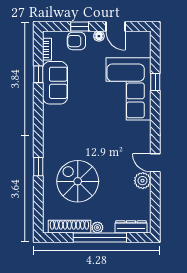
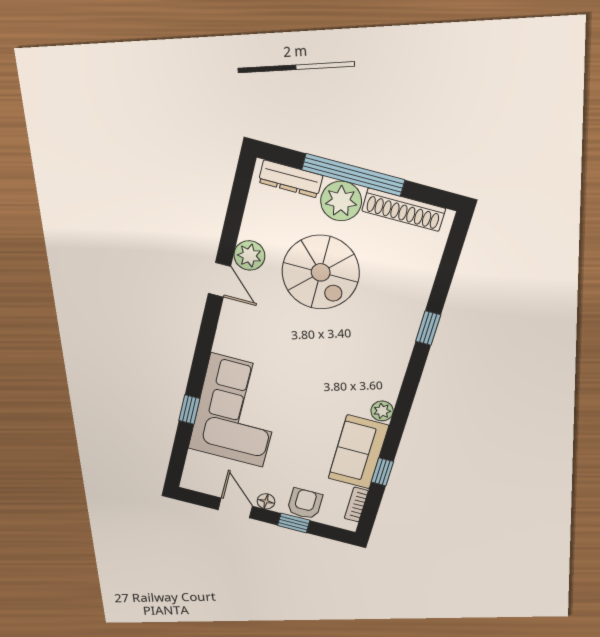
armchair: (76, 41) -> (305, 504), turned -90
plant: (49, 112) -> (382, 411), added
spiral stairs: (78, 181) -> (321, 272), moved
plant: (97, 227) -> (341, 201), width x1.88, depth x1.88

